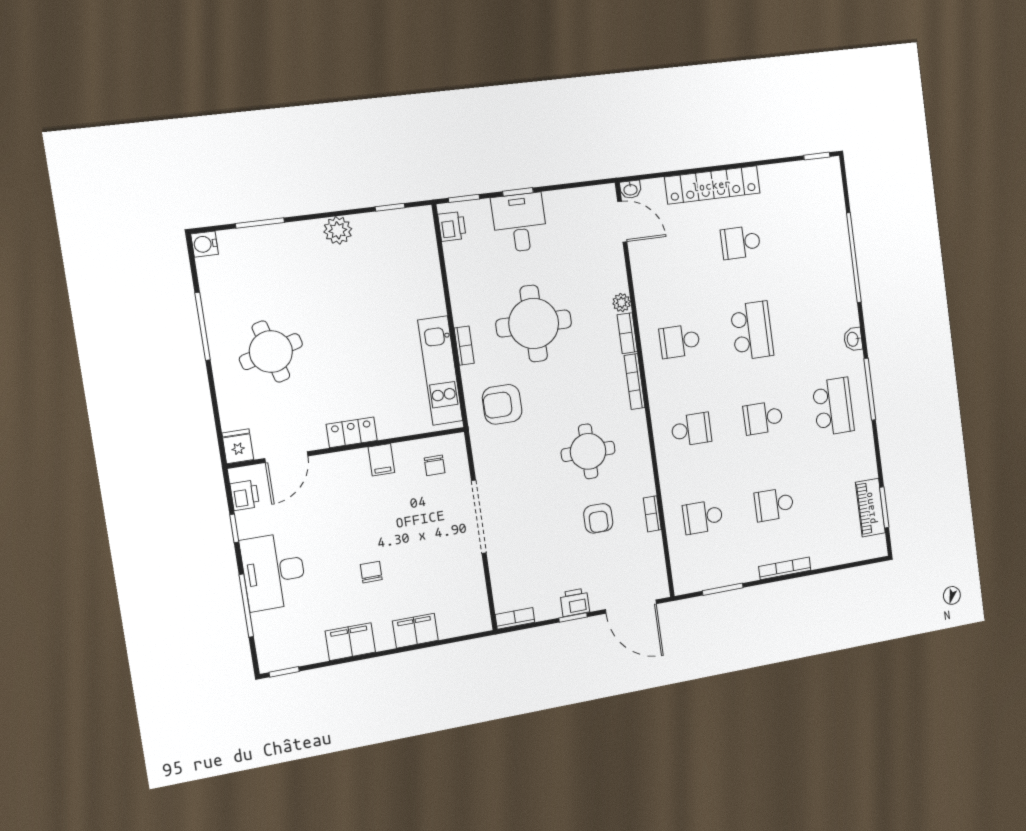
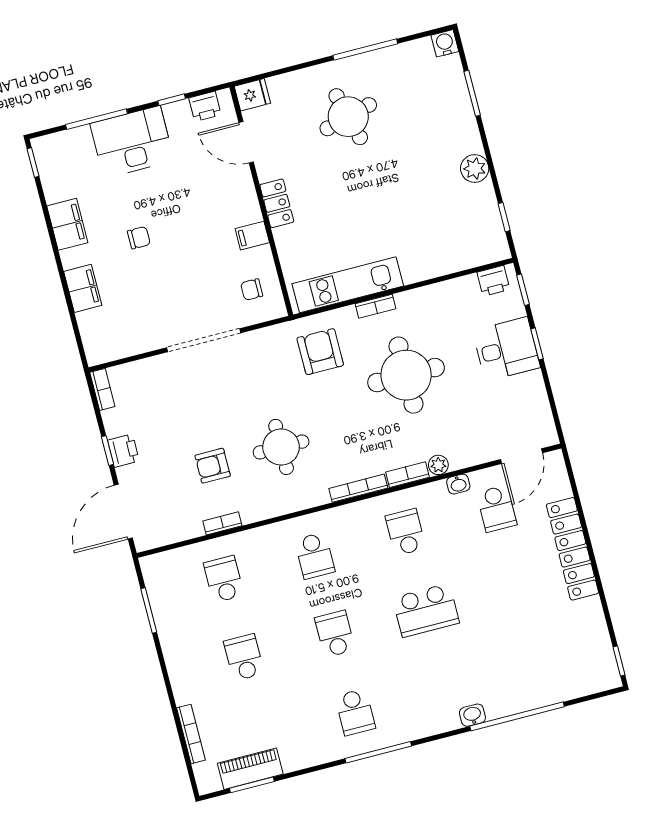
washbasin: (630, 189) -> (458, 484), moved, turned -90
school desk: (741, 242) -> (497, 509), moved, turned 180
washbasin: (853, 339) -> (472, 715), moved
school desk: (833, 407) -> (355, 712), width x0.54
bookcase: (785, 568) -> (191, 734), moved

